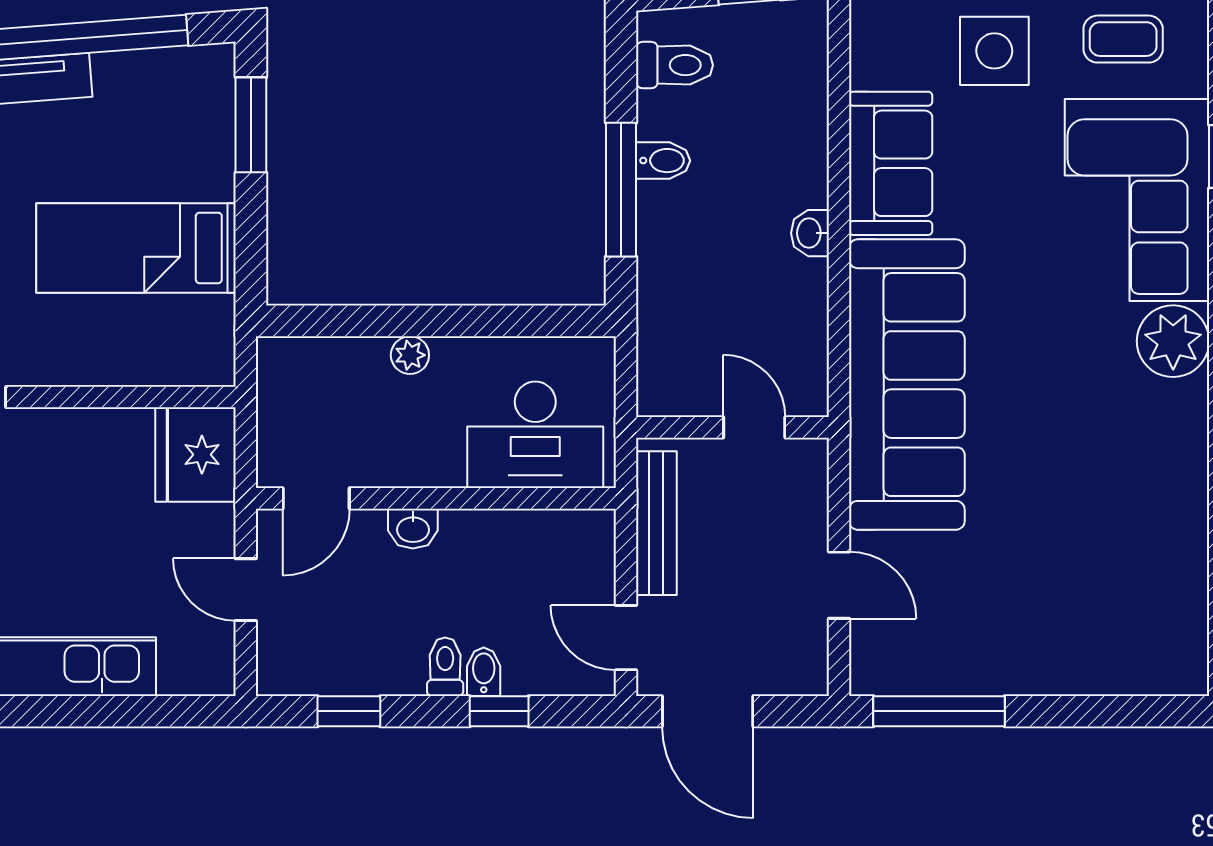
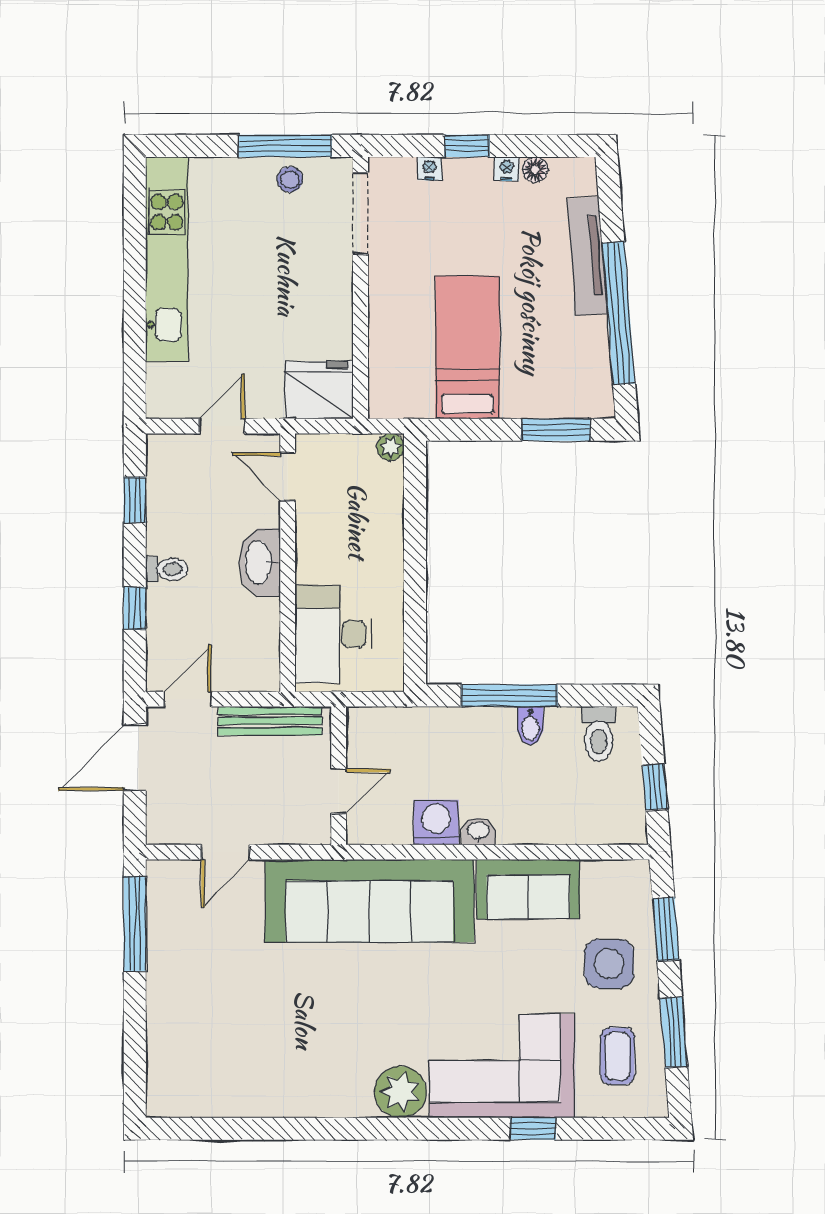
washing machine: (797, 292) -> (436, 822), added
plant: (410, 355) -> (391, 447), moved
washbasin: (413, 529) -> (260, 562), width x1.91, depth x1.45
bidet: (484, 672) -> (163, 597), removed

